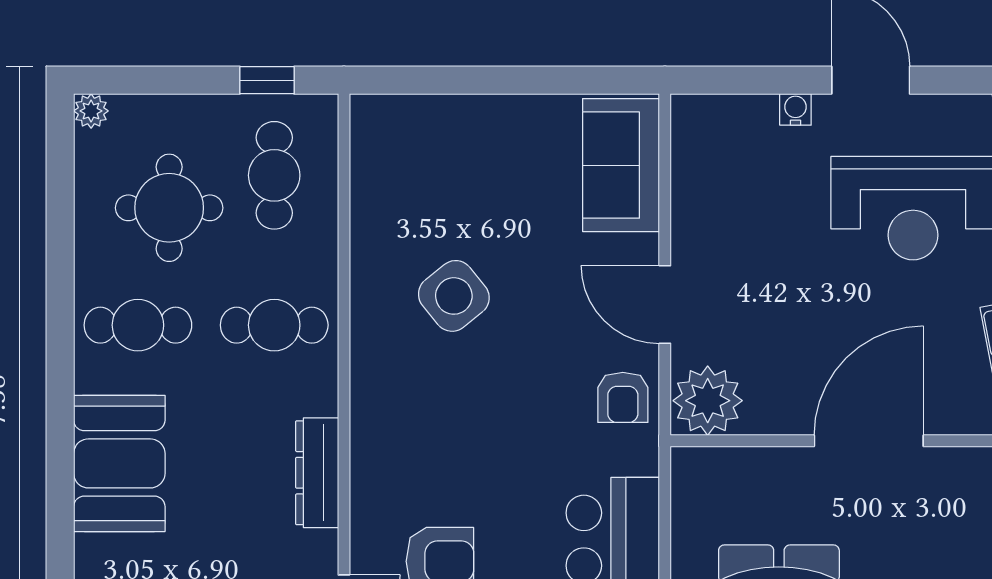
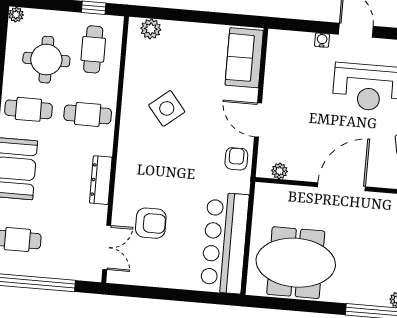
plant: (402, 117) -> (151, 29), added
armchair: (623, 397) -> (236, 159), turned 180
plant: (708, 401) -> (280, 171), width x0.53, depth x0.53

